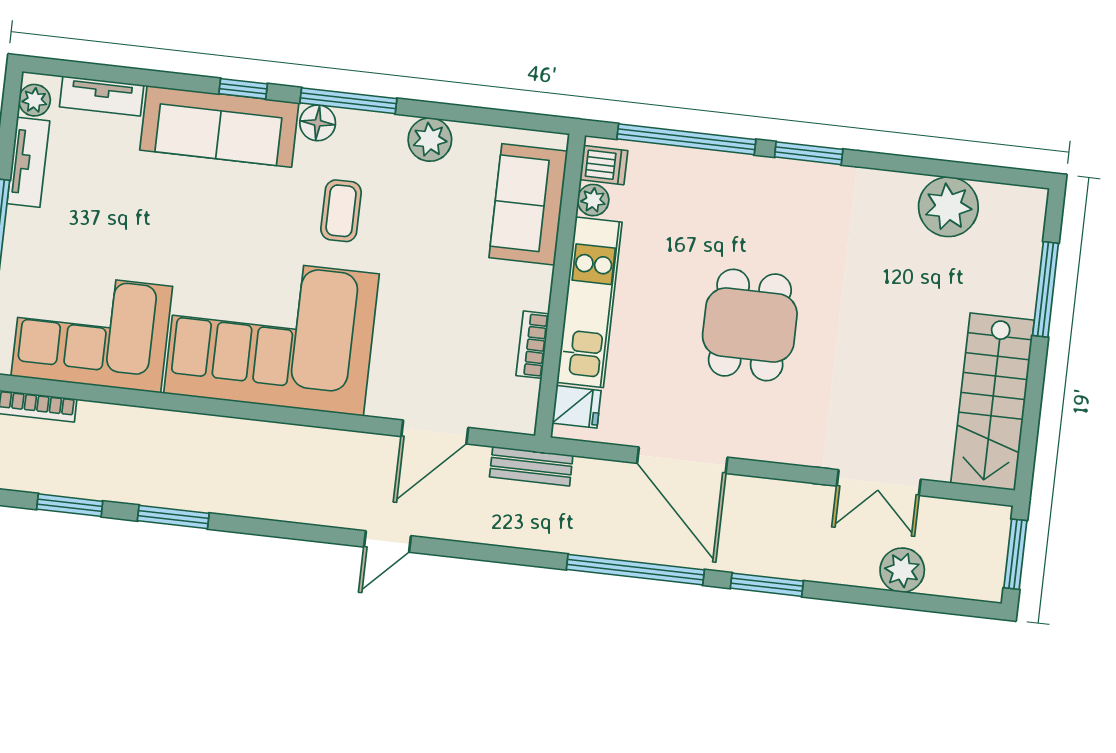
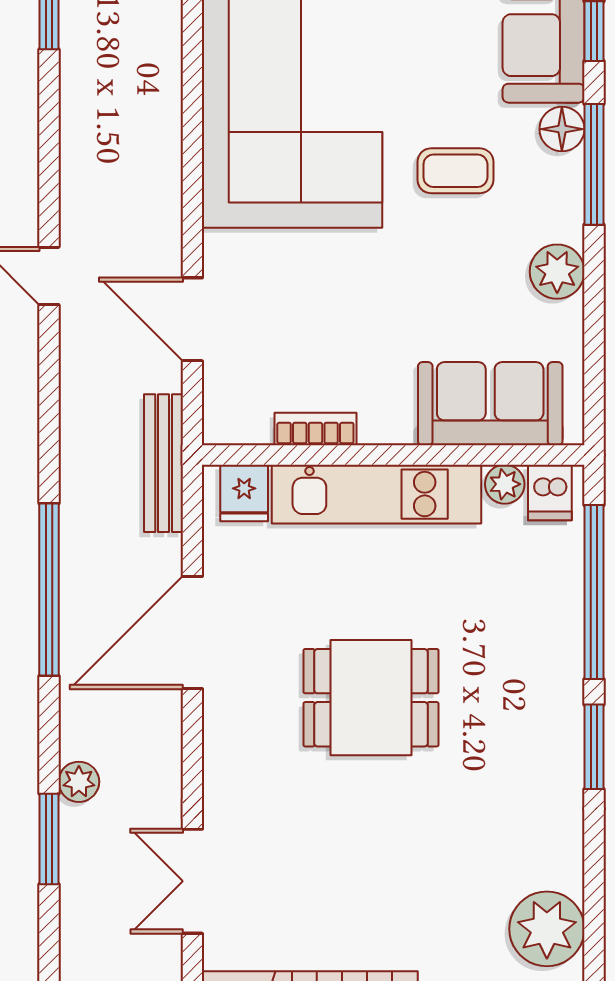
bench: (531, 466) -> (164, 463), width x1.36
plant: (902, 570) -> (79, 782), moved, width x0.73, depth x0.73
window: (767, 585) -> (49, 839), moved

